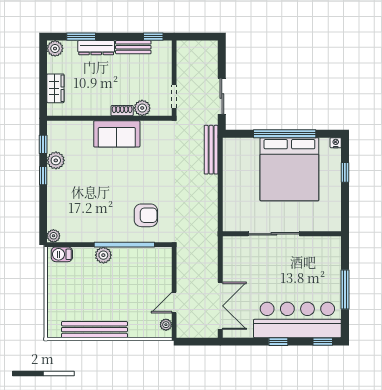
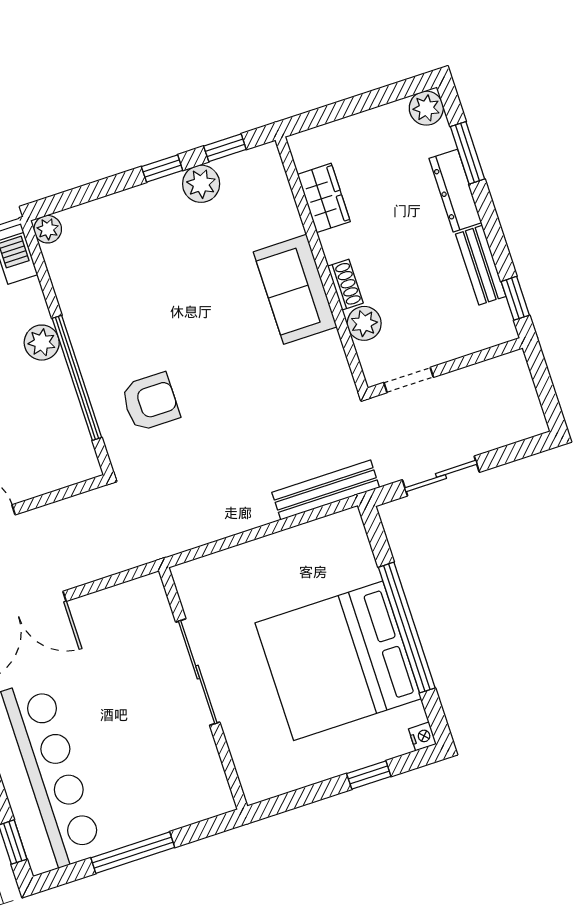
wardrobe: (55, 88) -> (324, 198), moved, turned -90
armchair: (146, 215) -> (150, 402), turned -90

